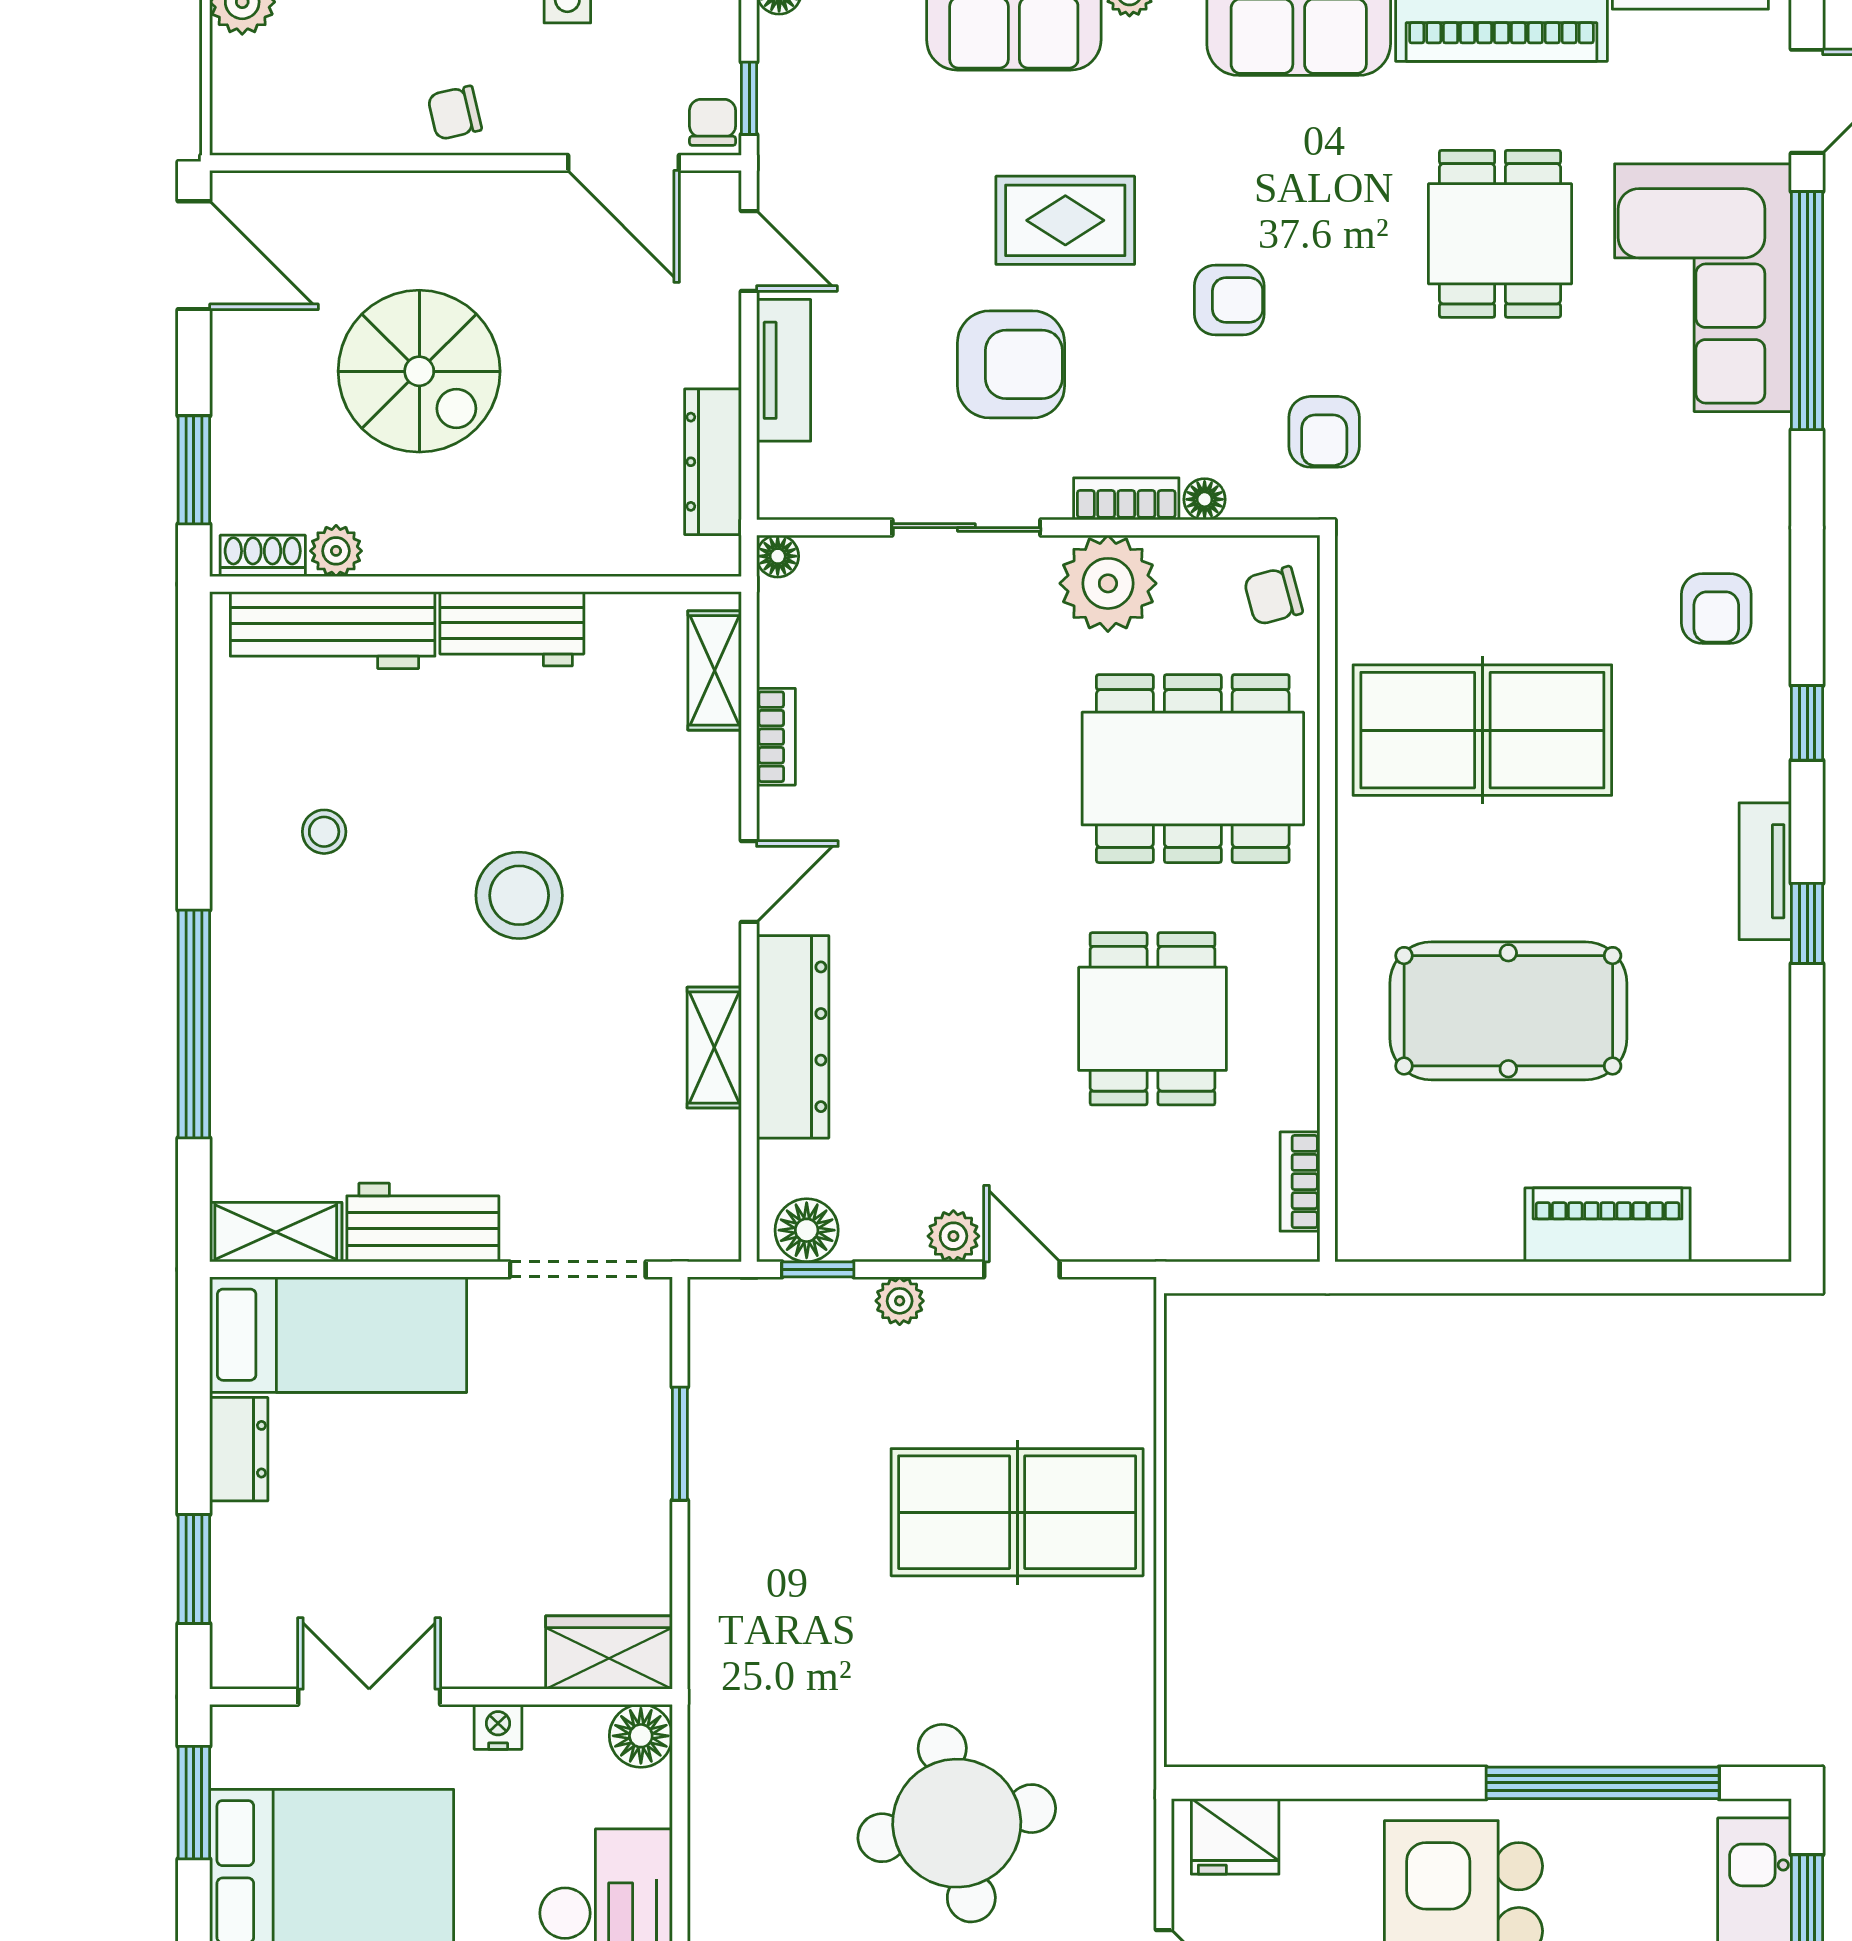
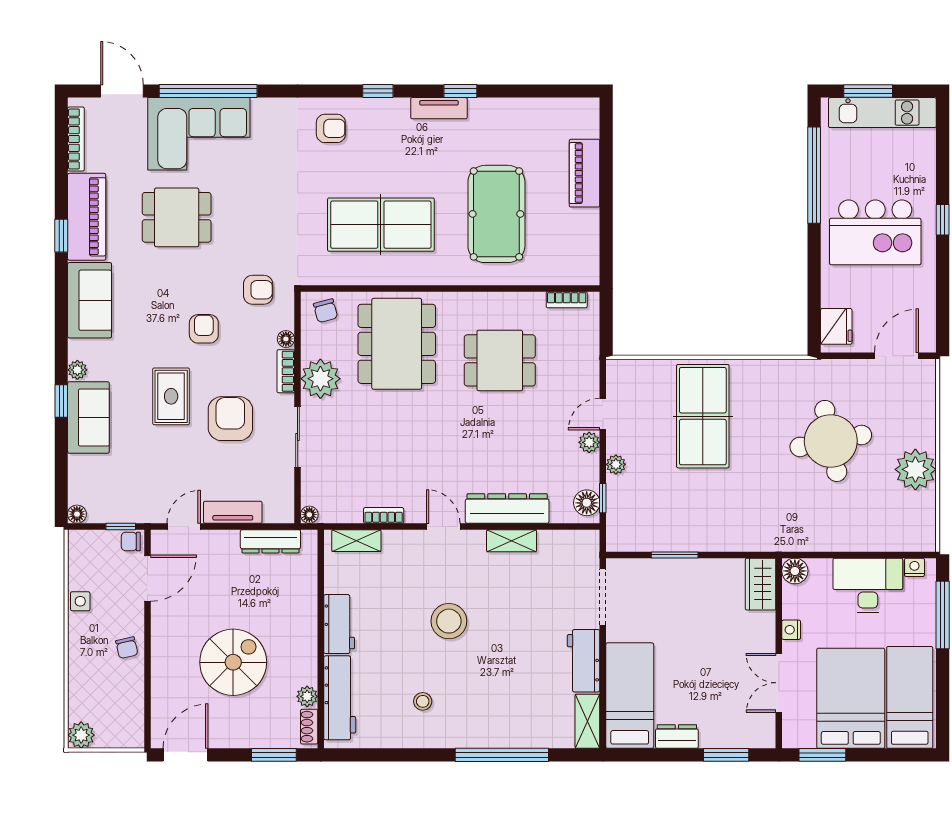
table tennis table: (1482, 730) -> (381, 225), turned 90

